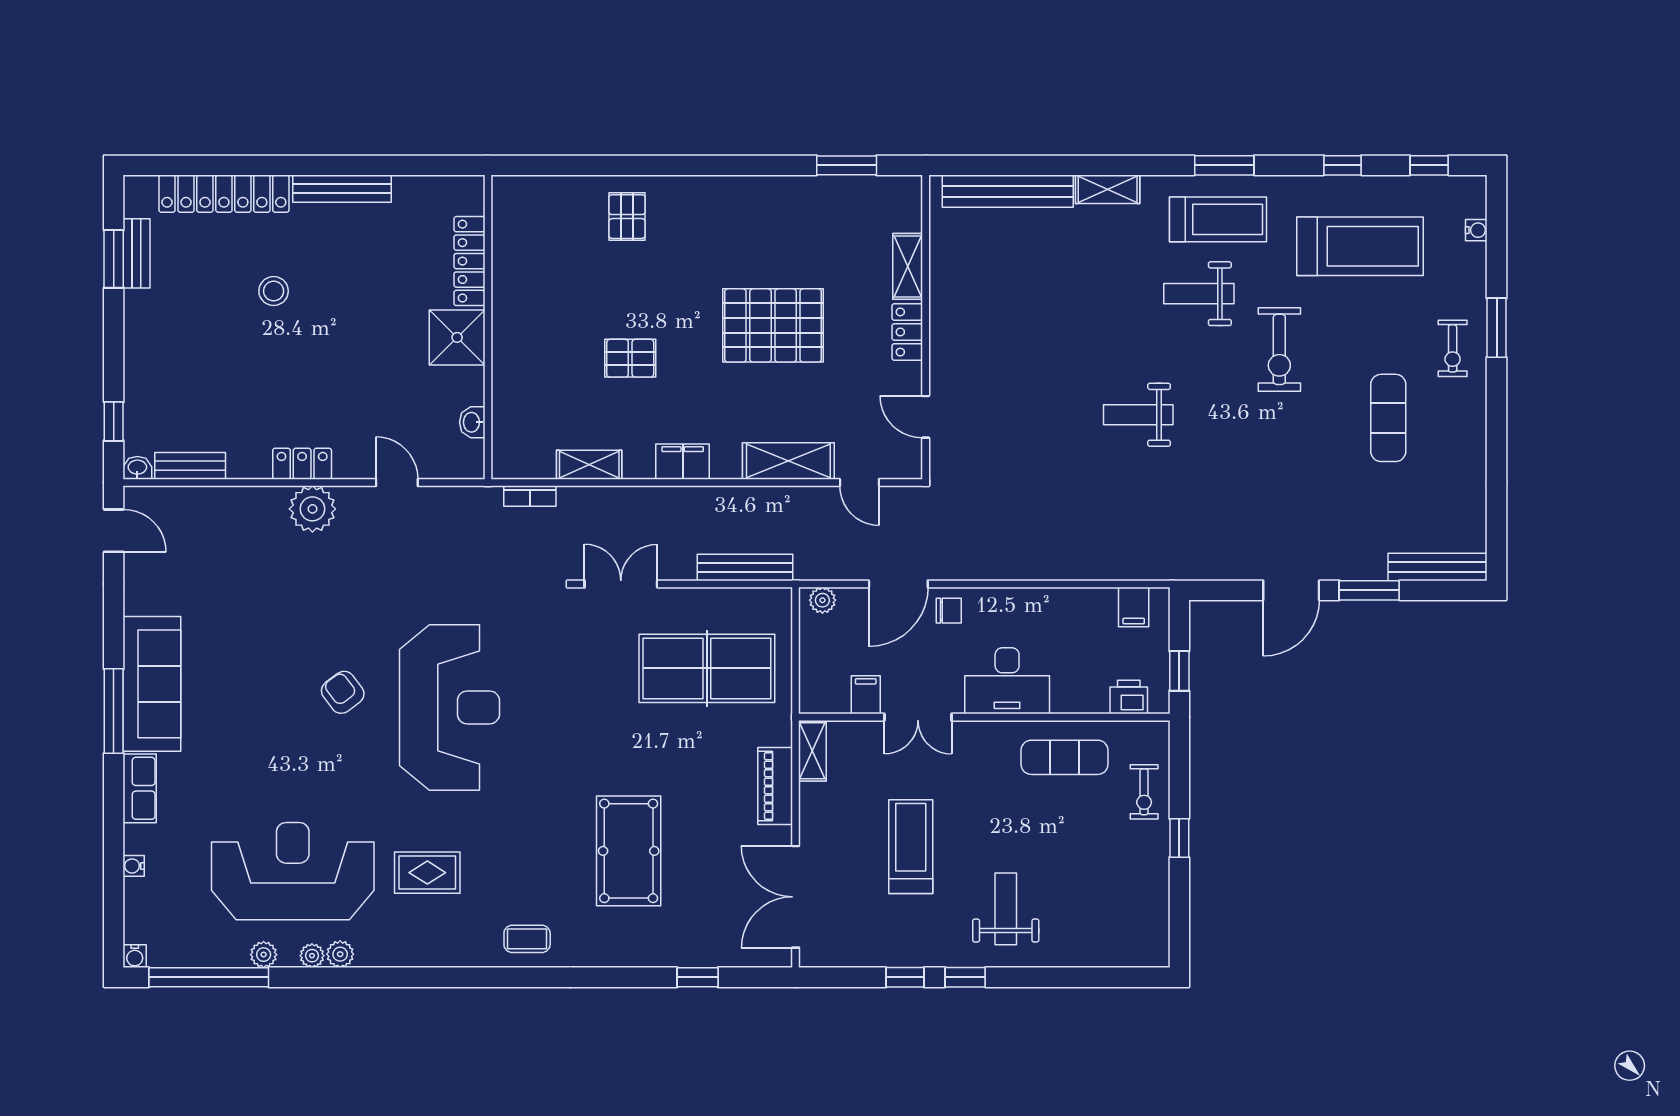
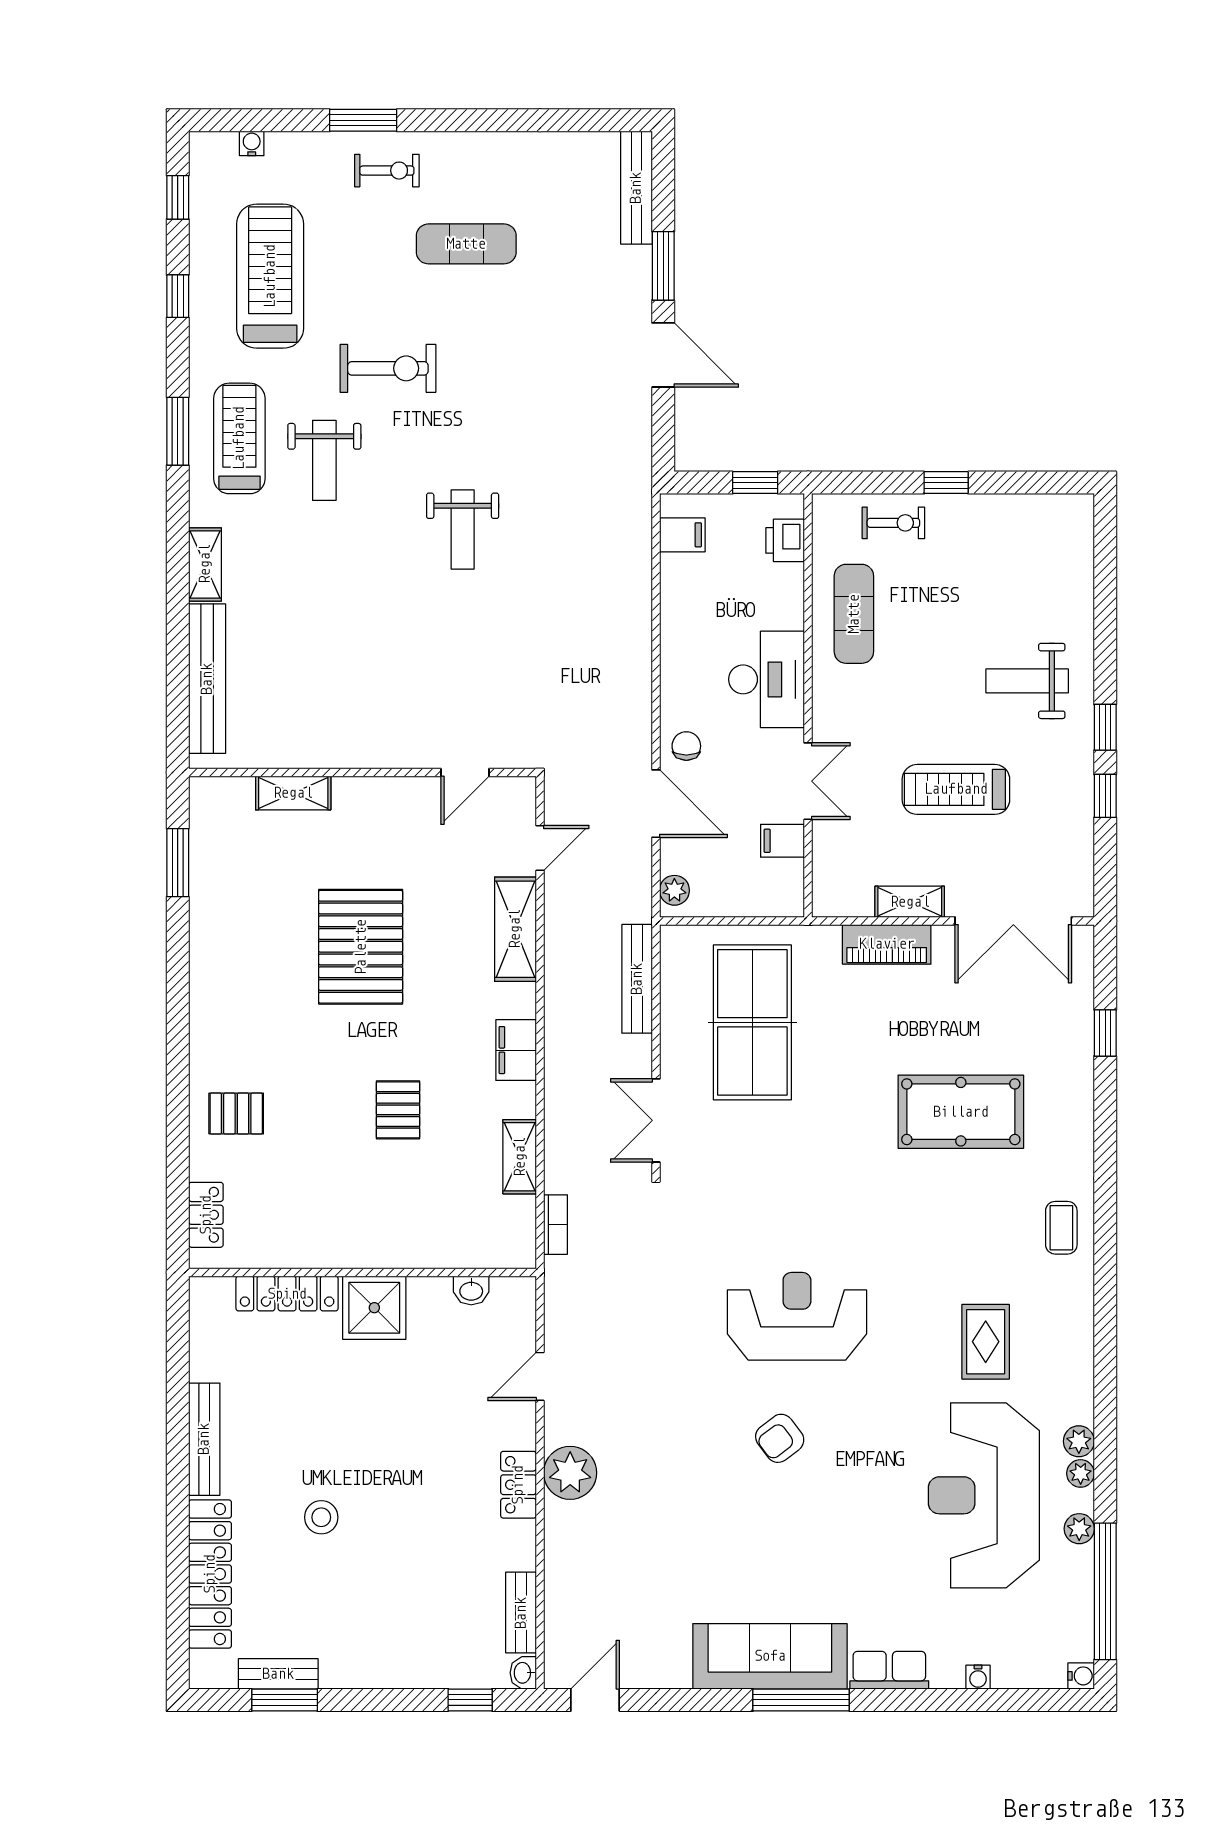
locker: (907, 332) -> (206, 1215), moved, turned -90
reception desk: (450, 707) -> (797, 1316), width x0.74, depth x0.77
shelving: (812, 751) -> (910, 902), moved

